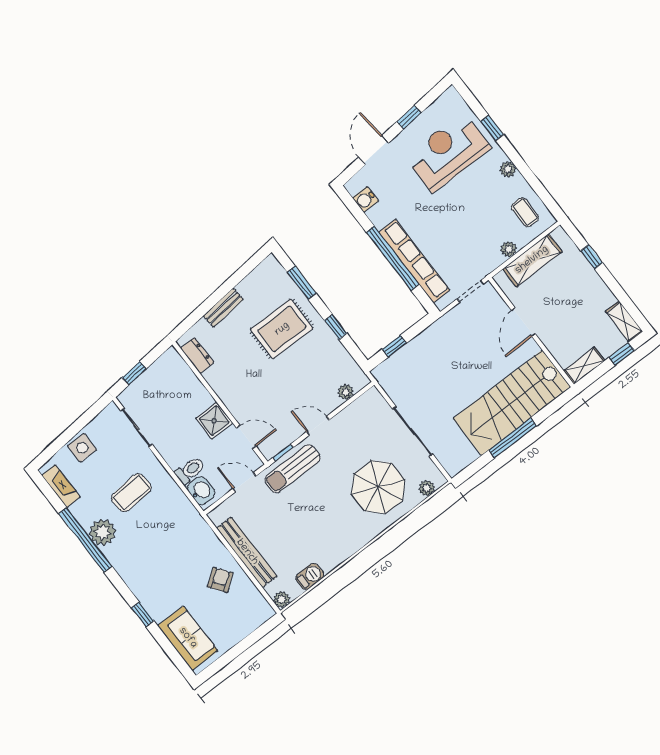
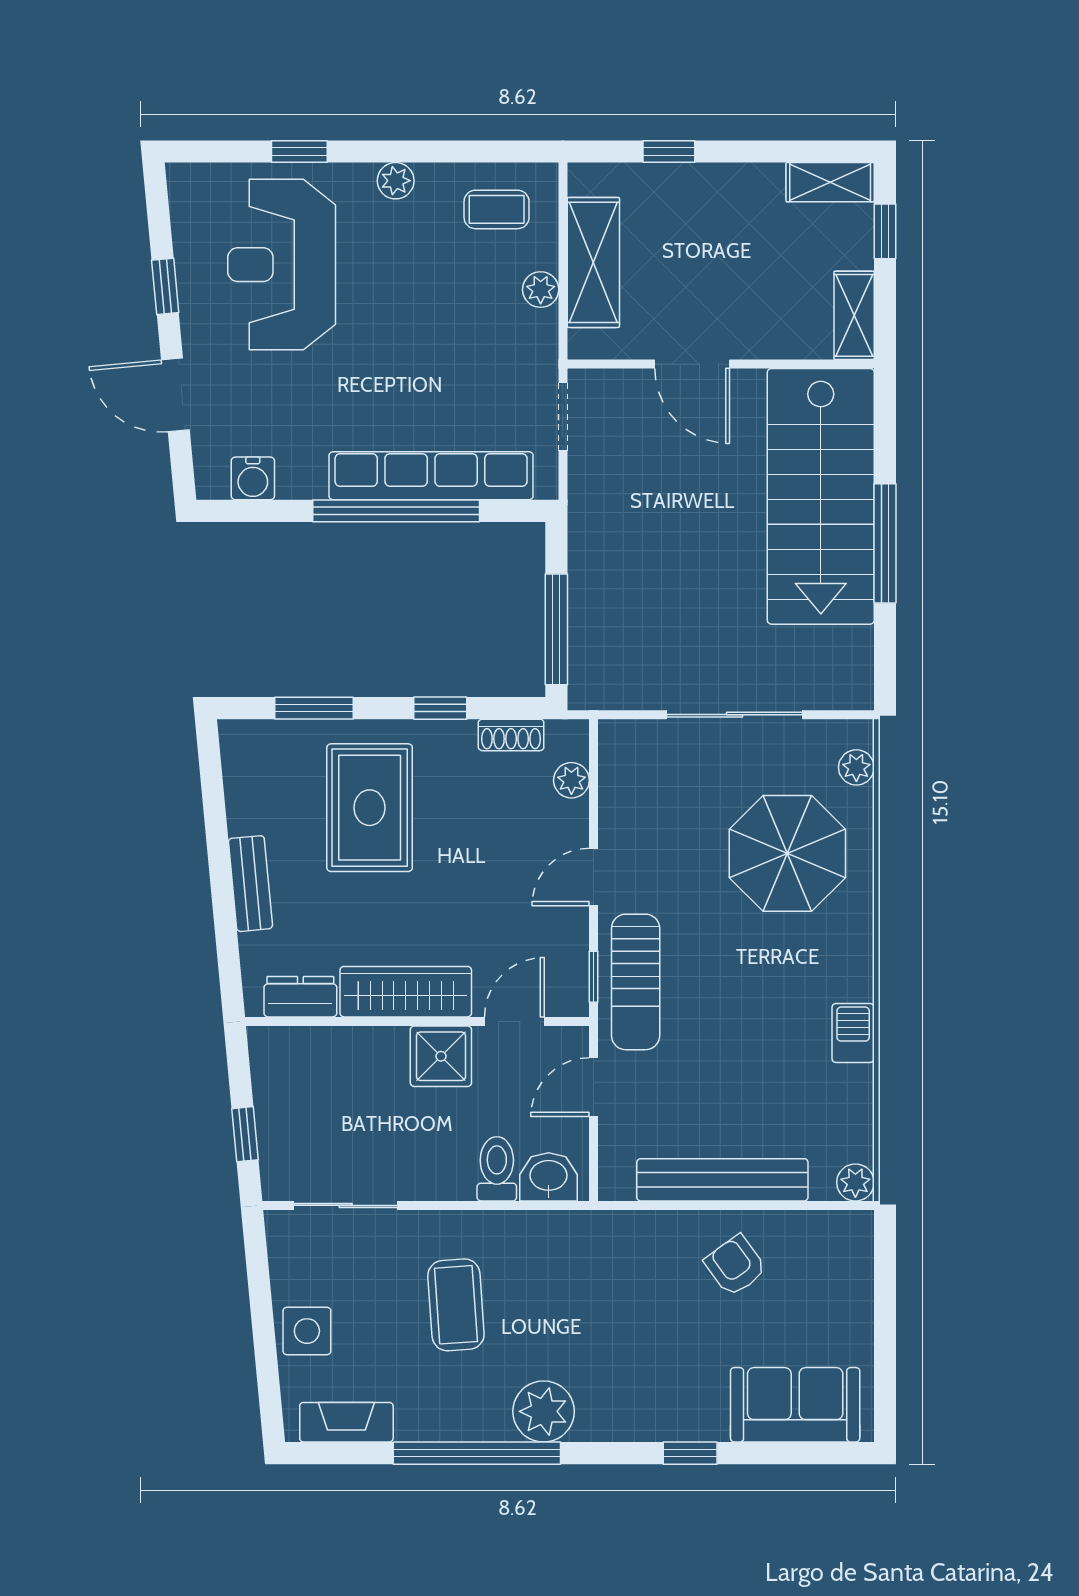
window: (394, 346) -> (556, 629), width x2.17
shoe rack: (345, 359) -> (511, 735), added
wardrobe: (227, 391) -> (406, 992), added
plant: (102, 532) -> (544, 1411), moved
barbecue: (310, 576) -> (853, 1033), moved

